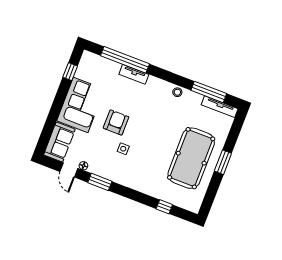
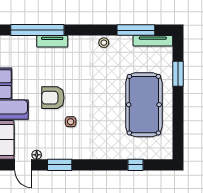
armchair: (116, 122) -> (53, 98), turned -90
window: (223, 162) -> (178, 74), moved

